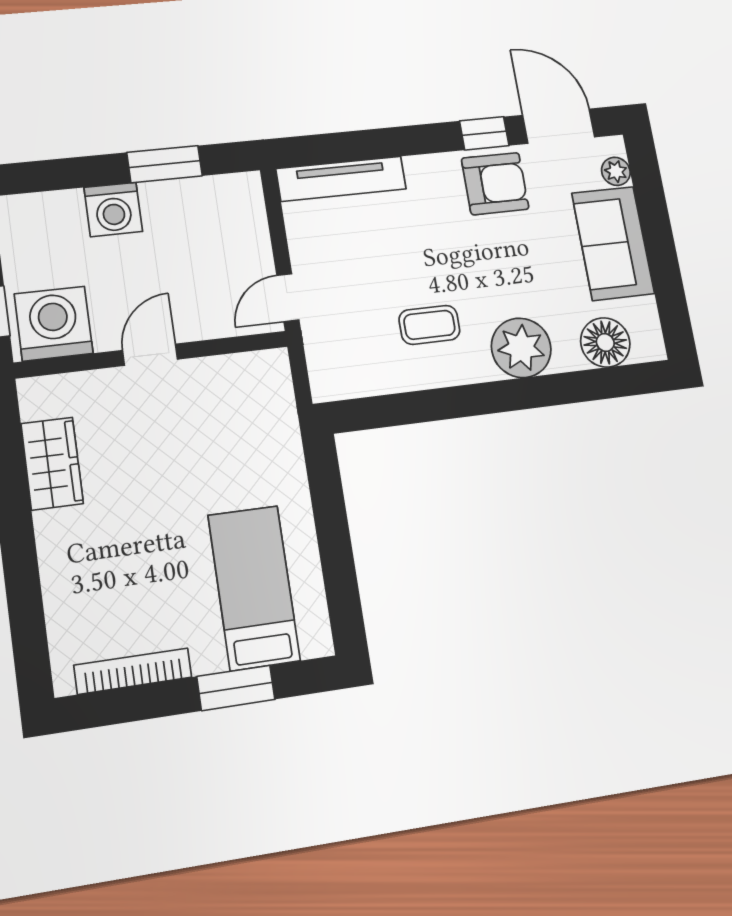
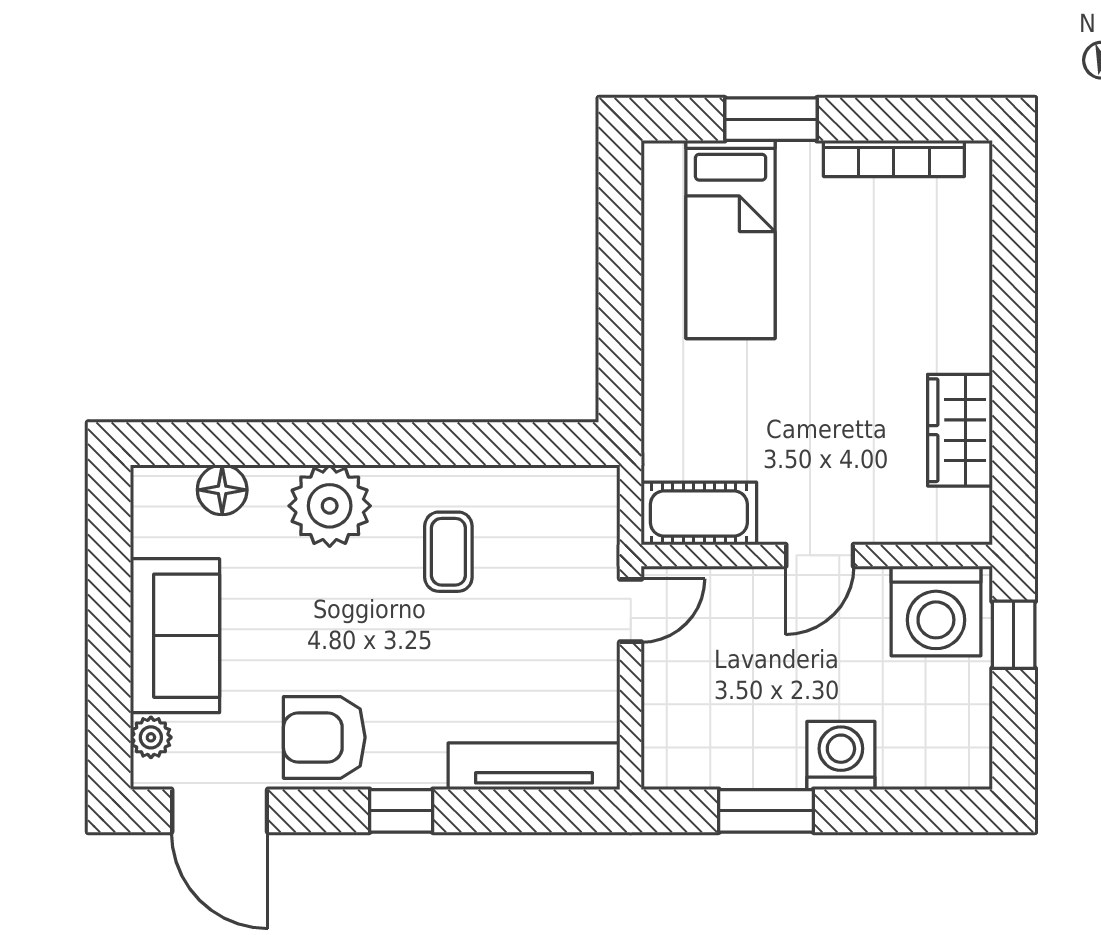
window: (484, 133) -> (401, 811), moved
coffee table: (429, 325) -> (448, 552), turned 90
floor lamp: (605, 342) -> (222, 490), width x0.73, depth x0.73
cot: (247, 375) -> (699, 513), added

